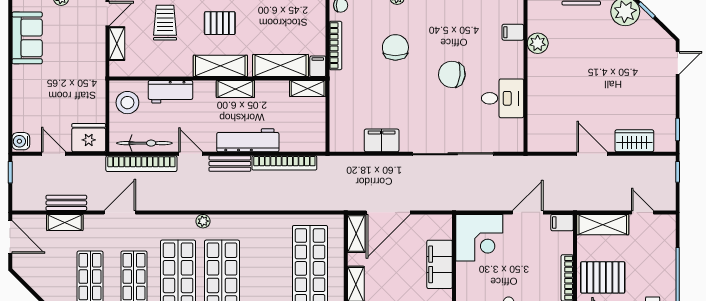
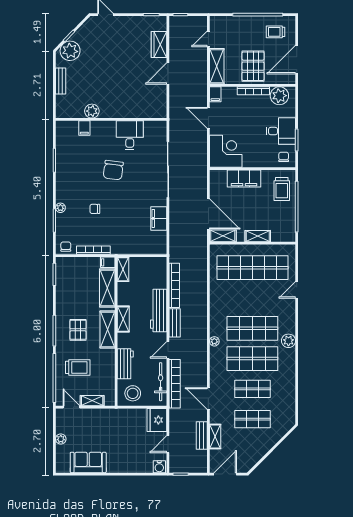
trolley: (165, 23) -> (78, 367), turned 180
chair: (395, 47) -> (95, 209), width x0.54, depth x0.54

